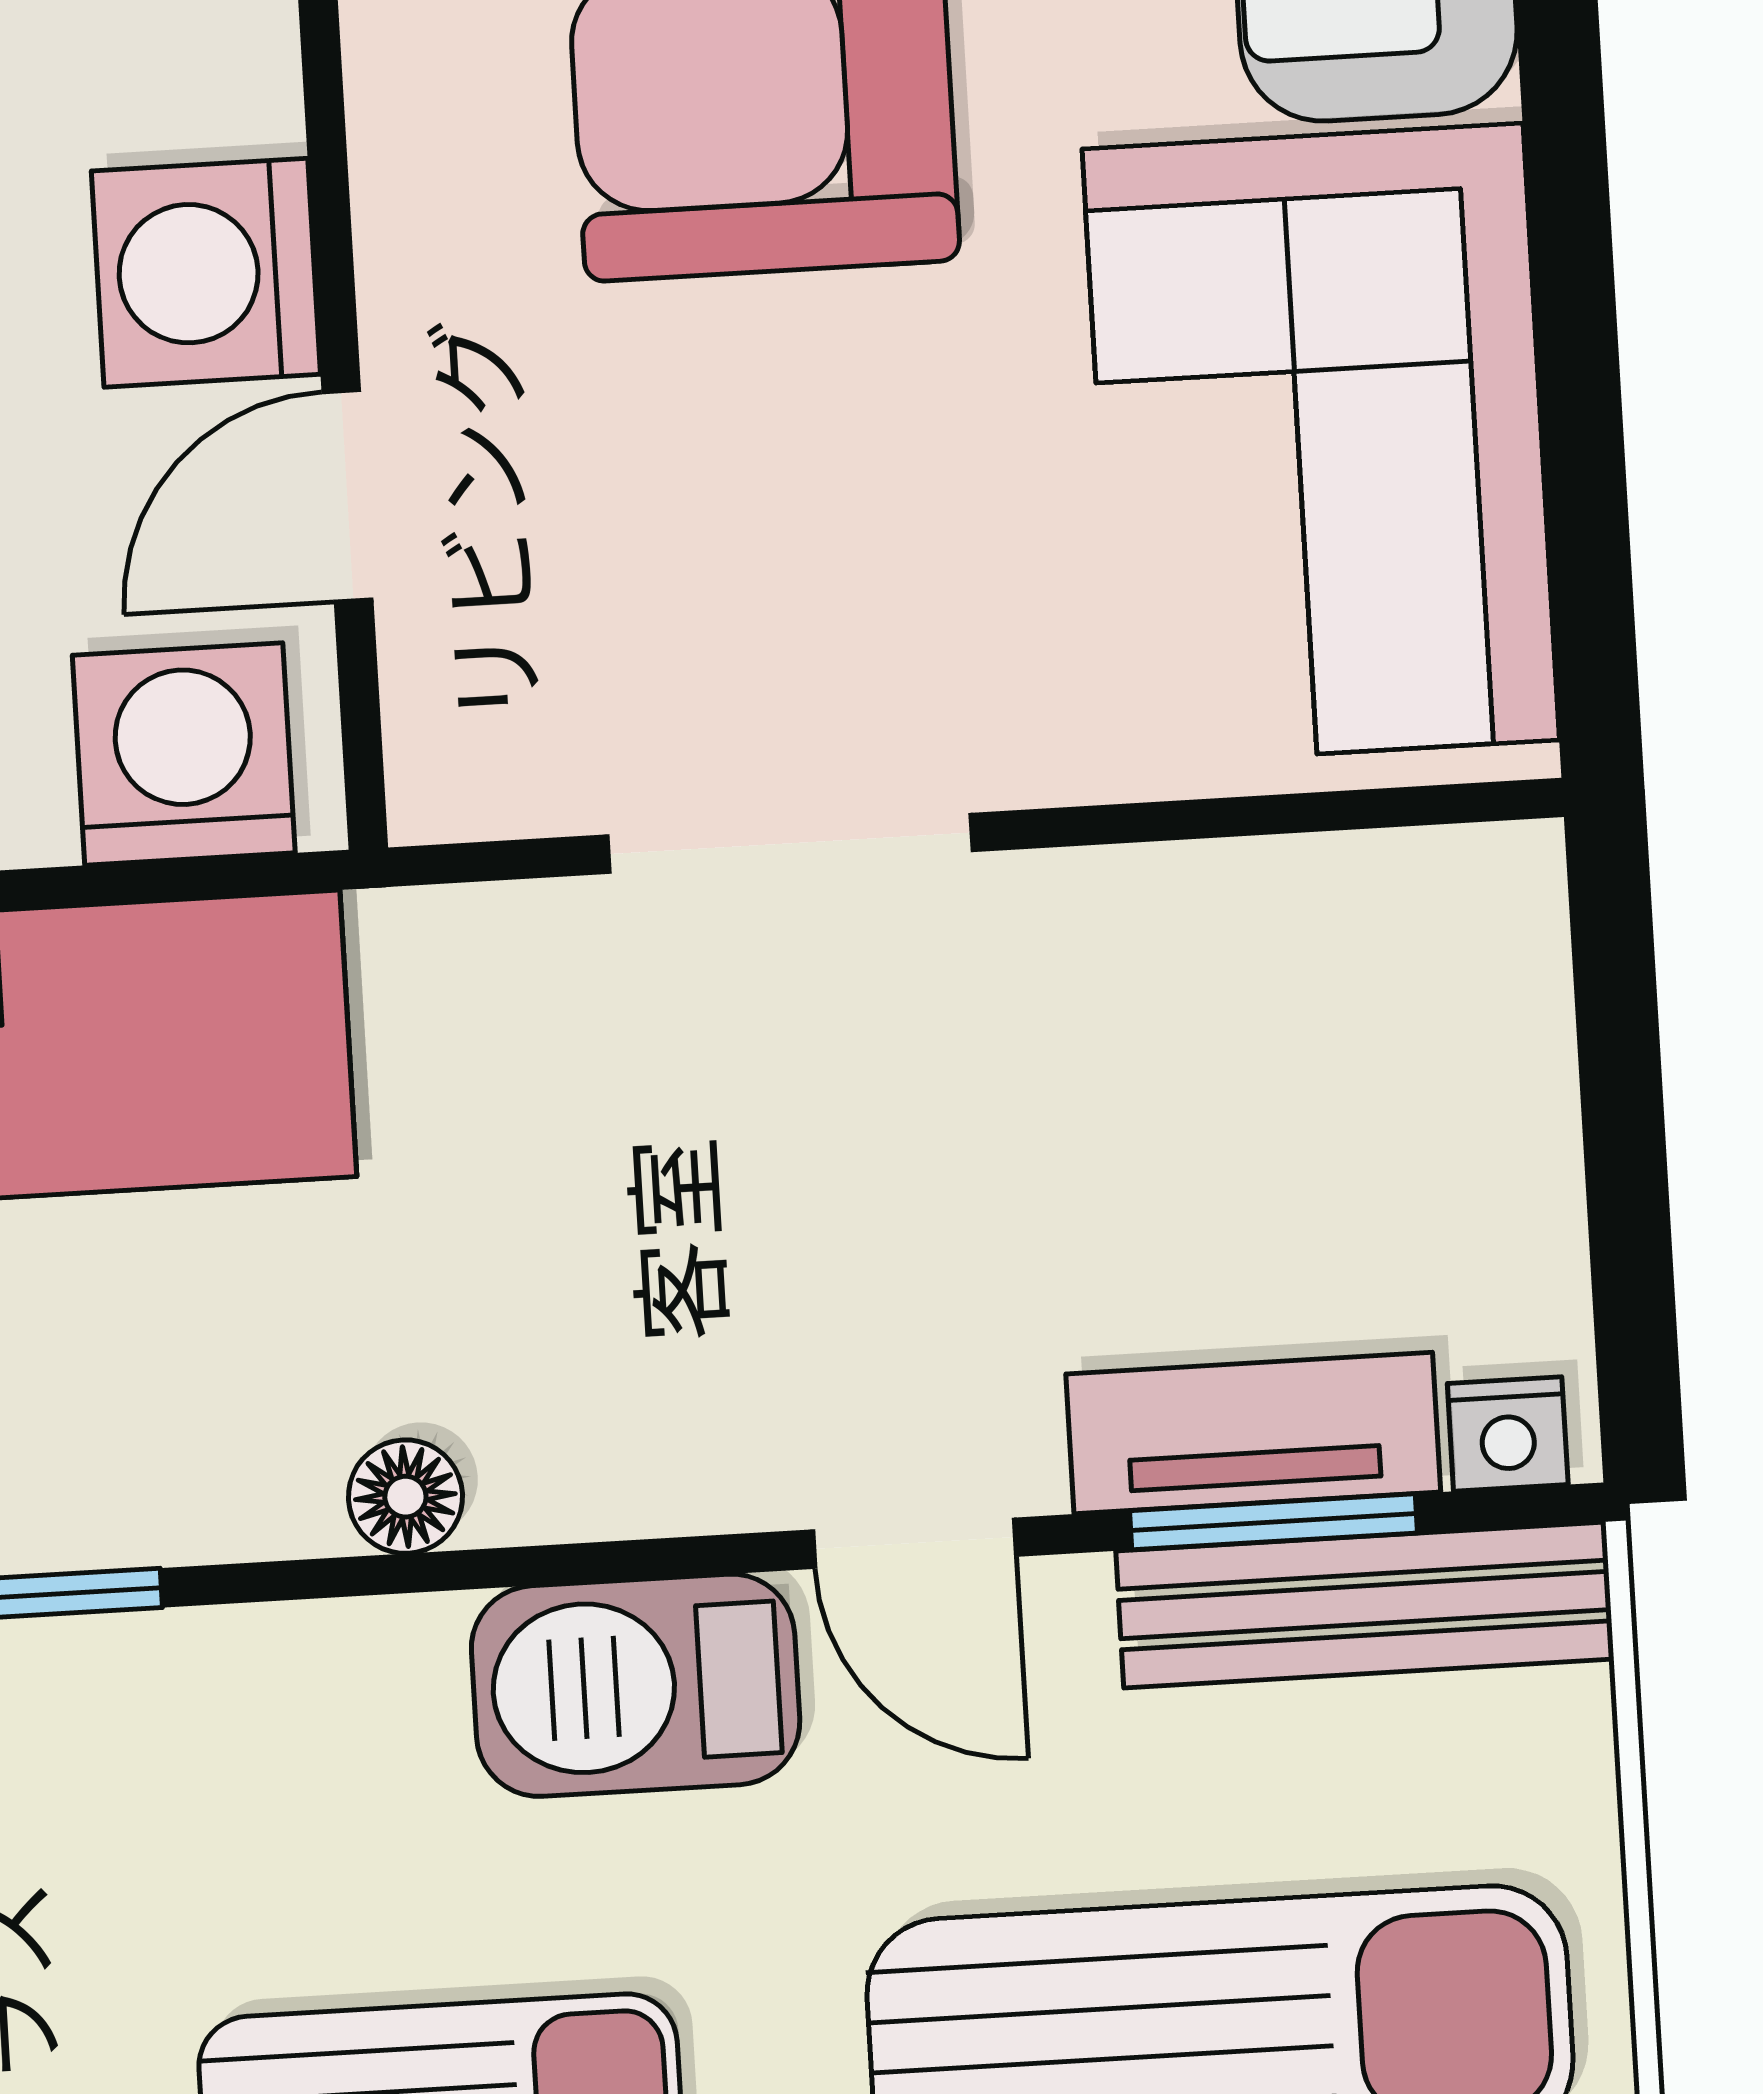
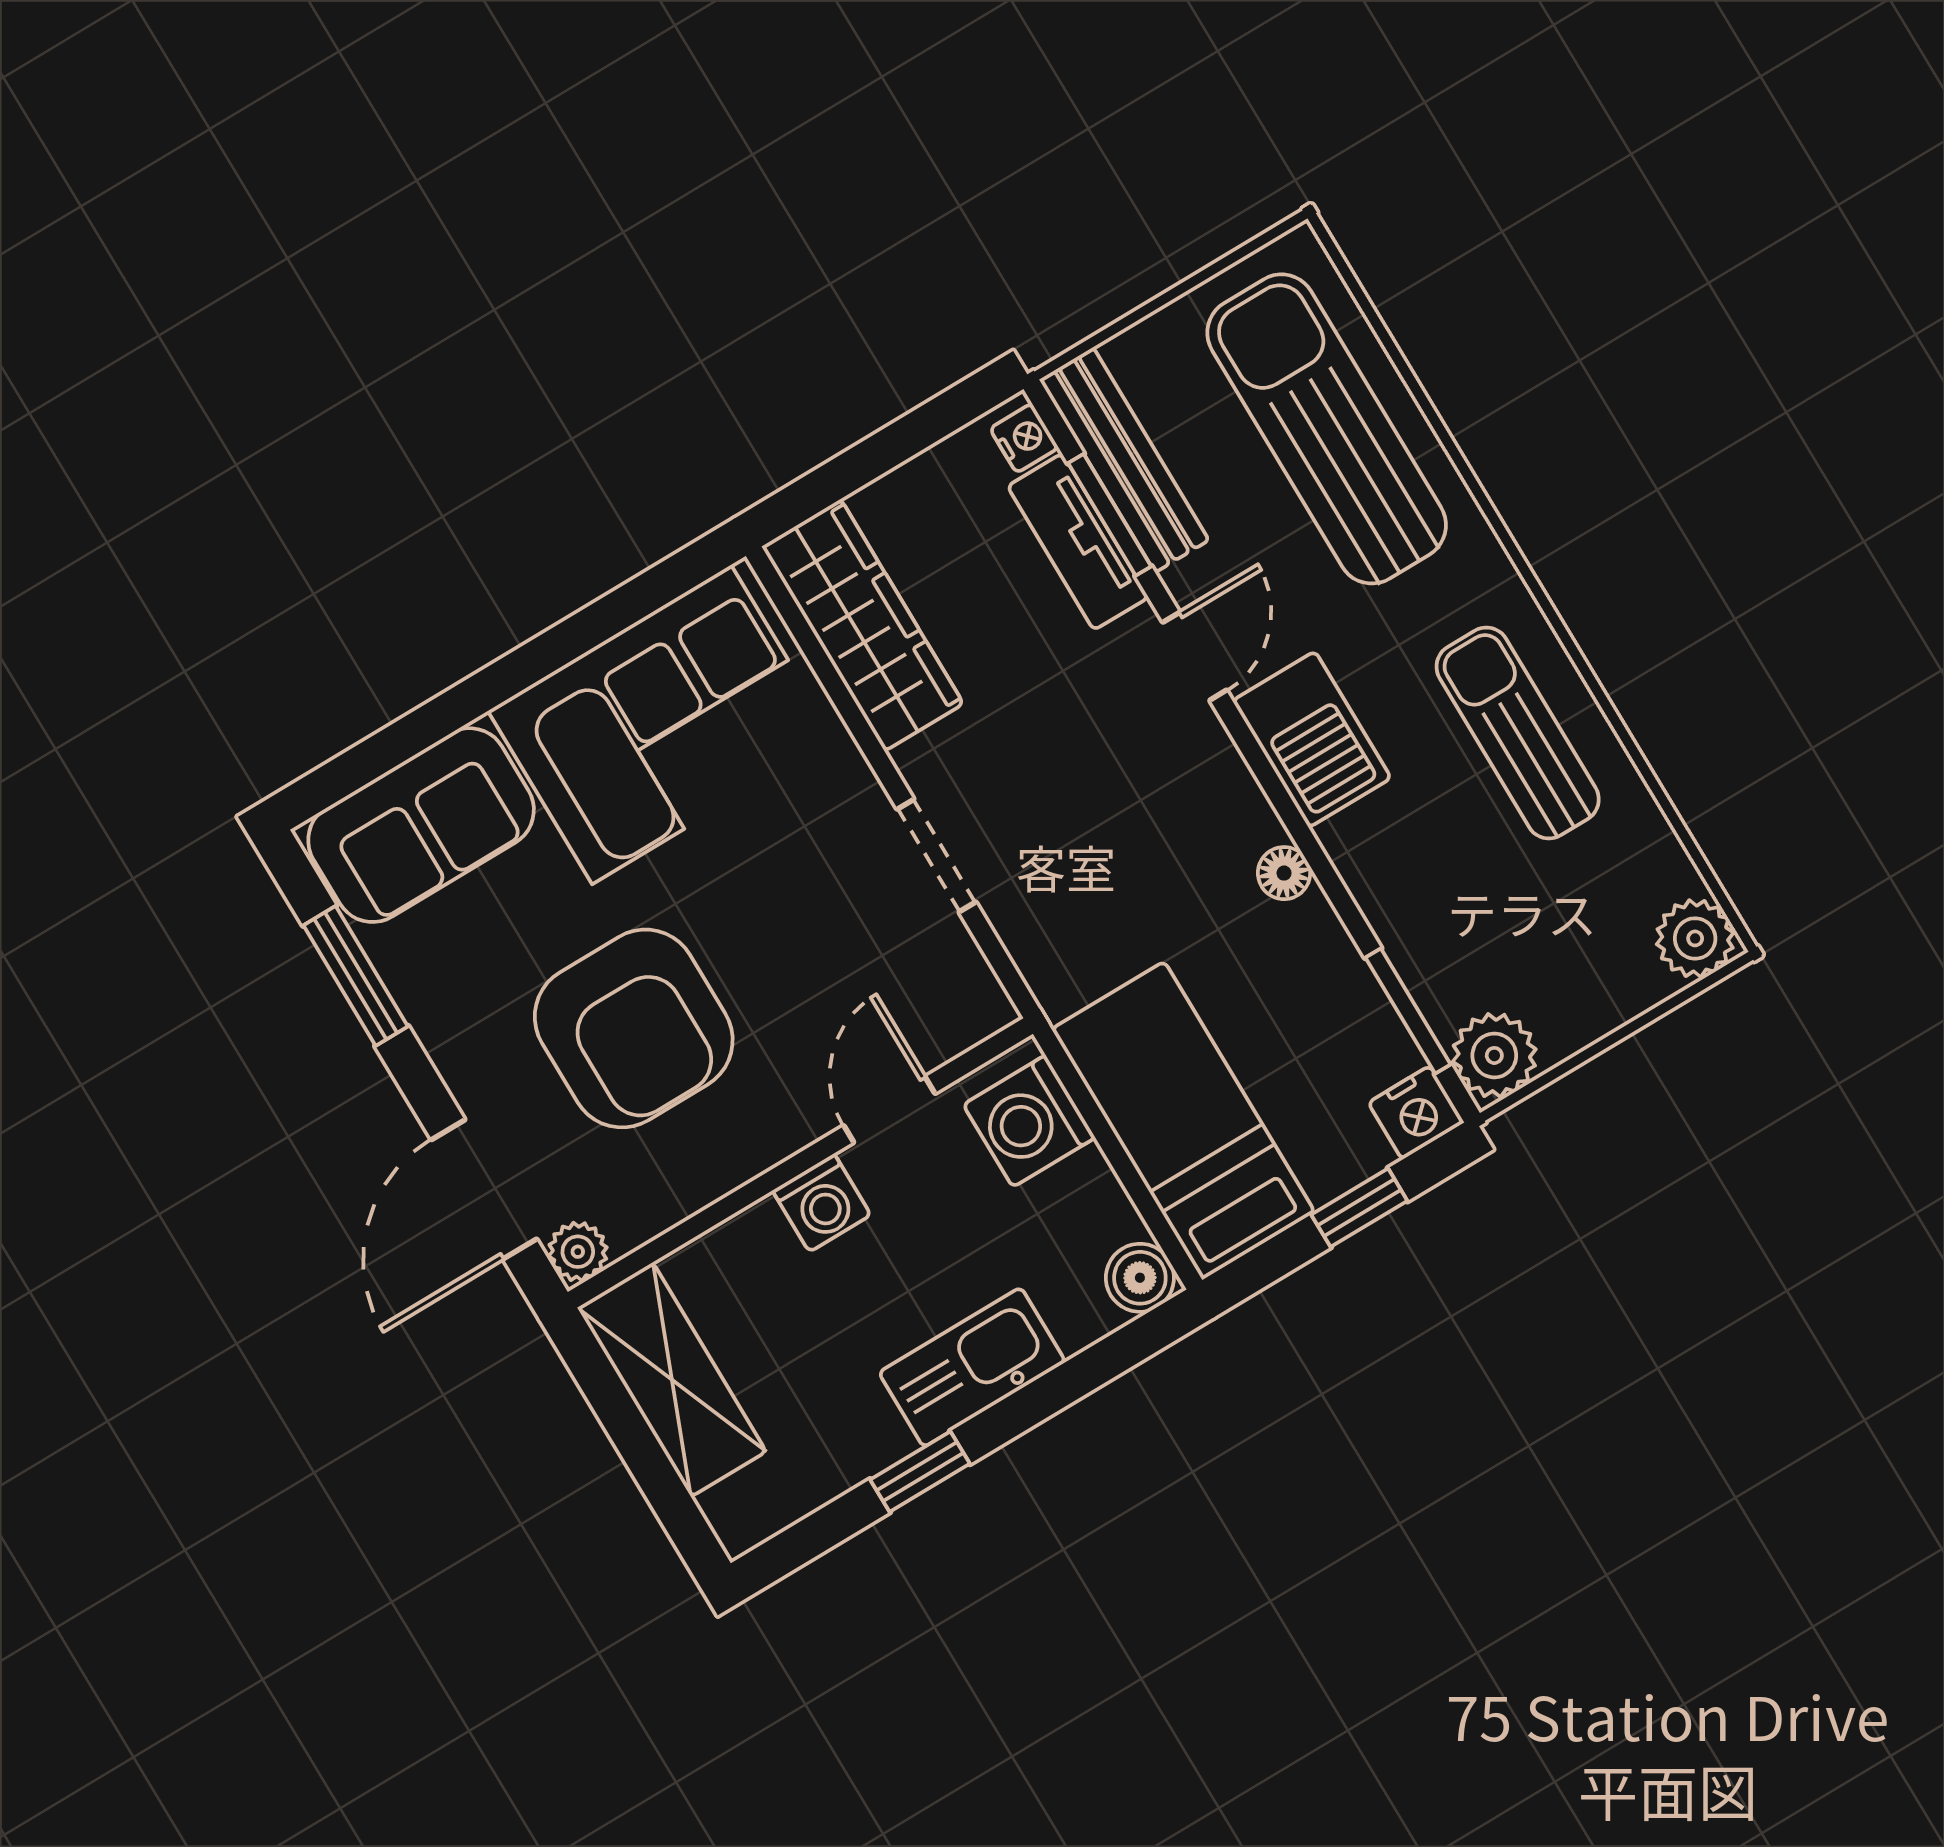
washing machine: (206, 273) -> (822, 1203), width x0.73, depth x0.73
door: (347, 496) -> (889, 1109), swing flipped
doorway: (790, 843) -> (937, 856), width x0.73
wardrobe: (1310, 933) -> (863, 625), added

